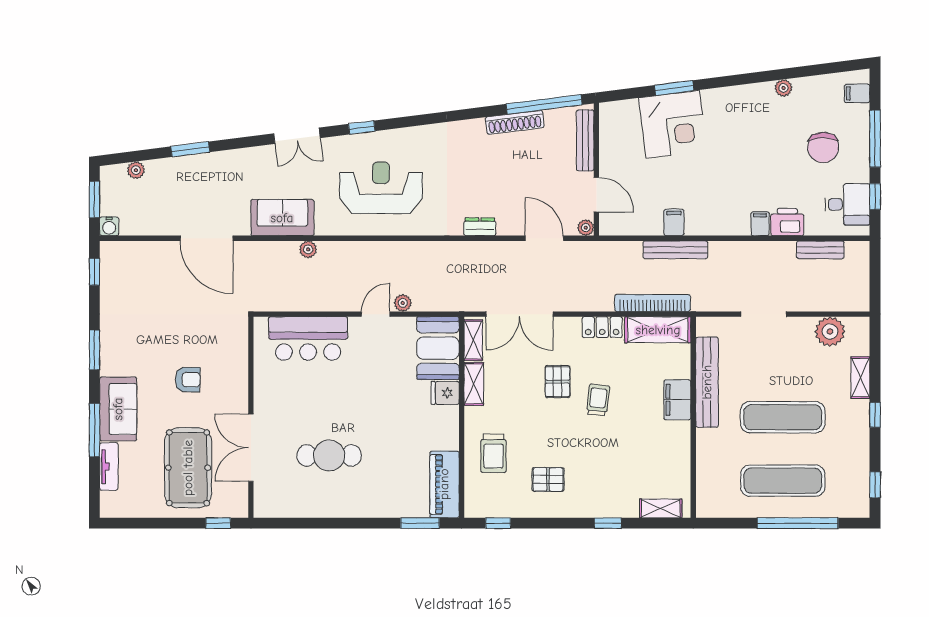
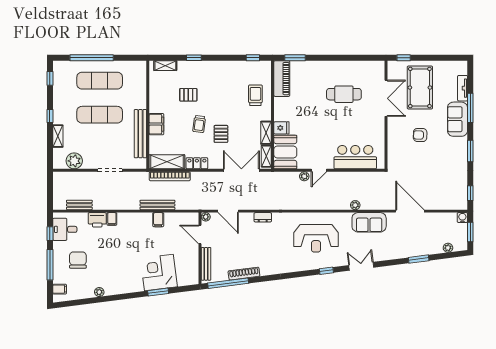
pallet: (548, 479) -> (188, 95), moved

